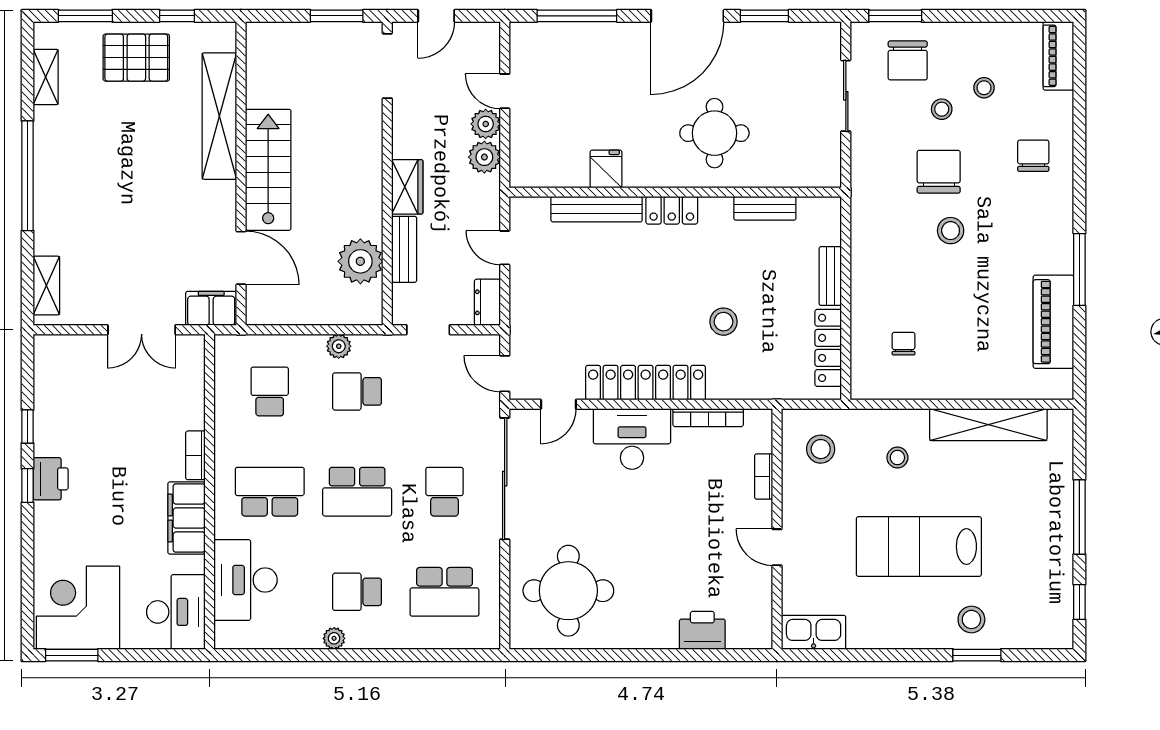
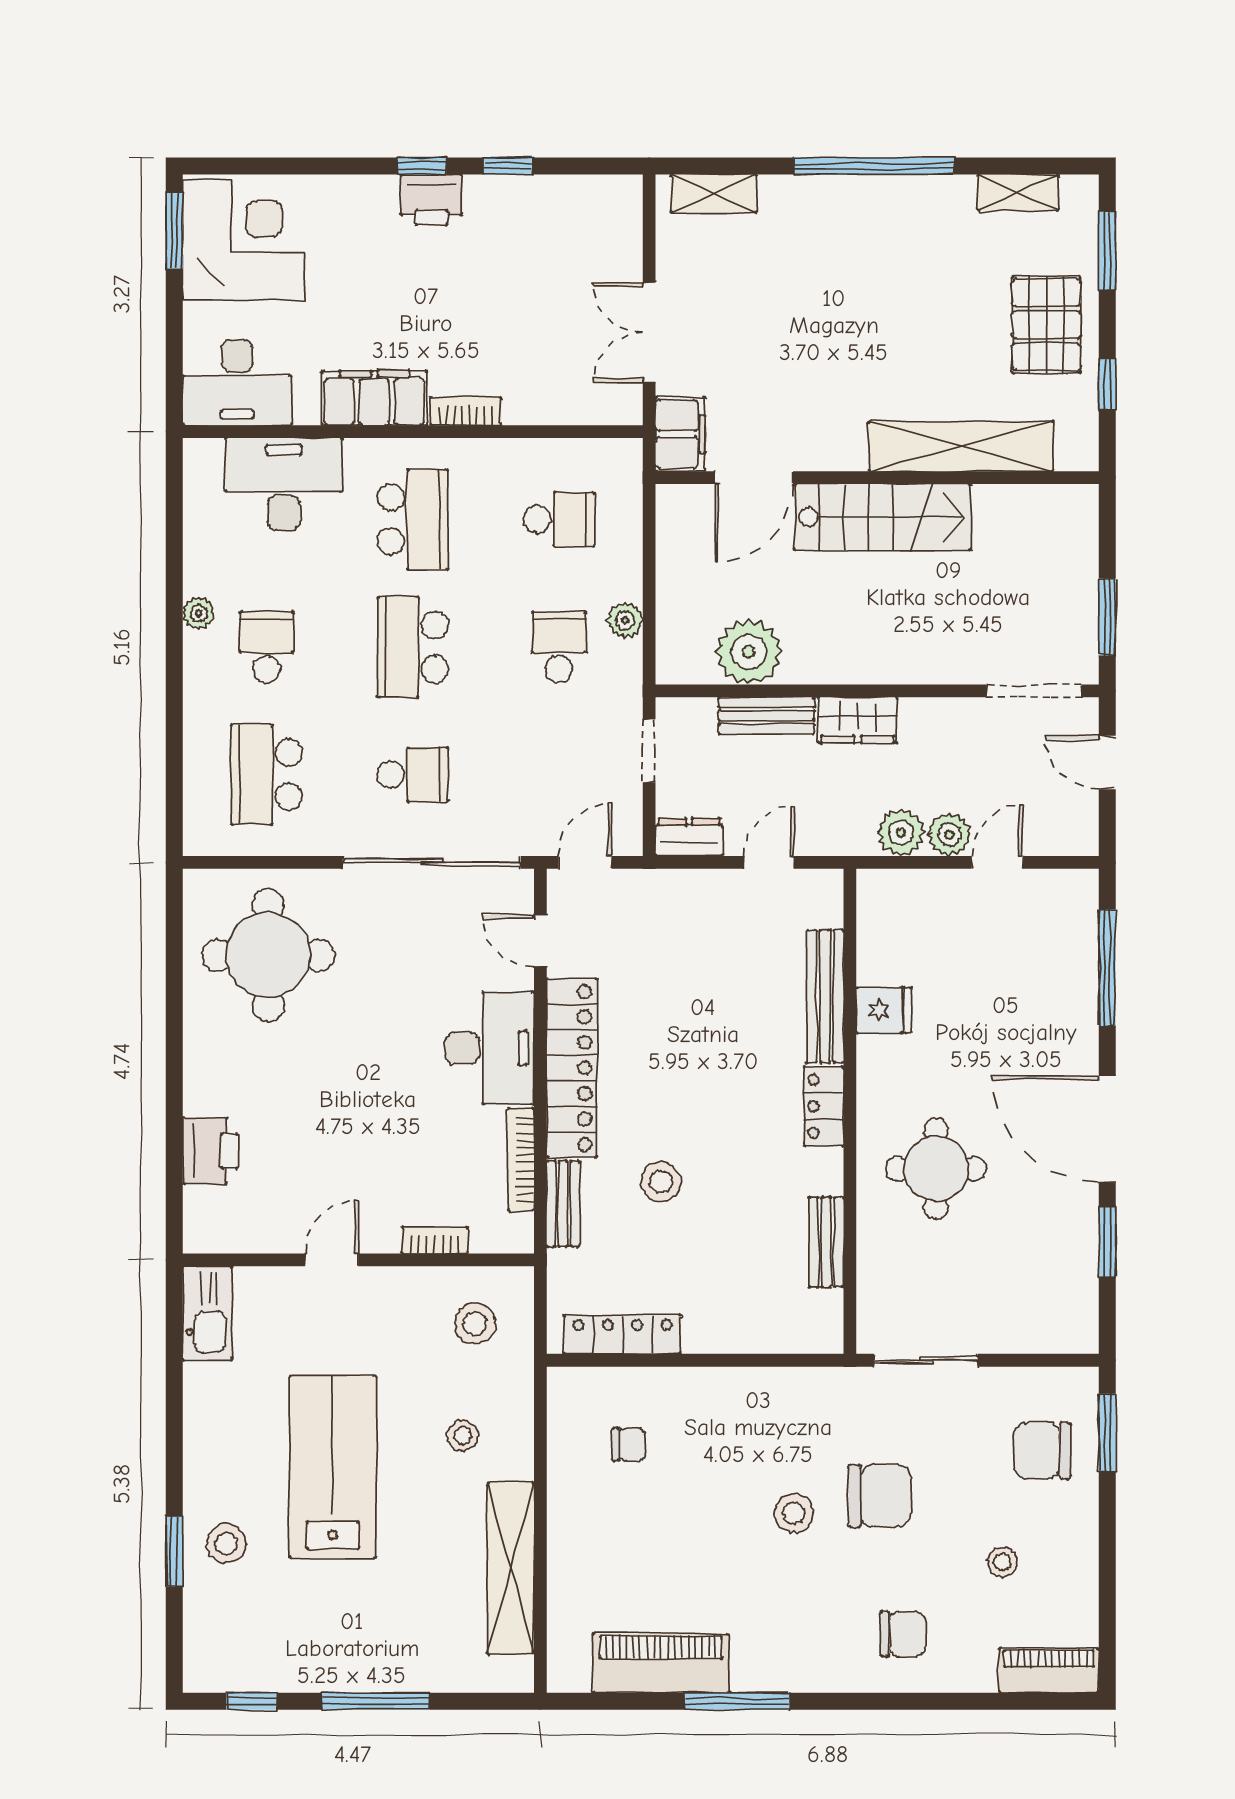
sliding door: (846, 96) -> (926, 1360), moved
stool: (942, 109) -> (971, 1500), removed
bench: (830, 276) -> (563, 1204), moved, turned 90

